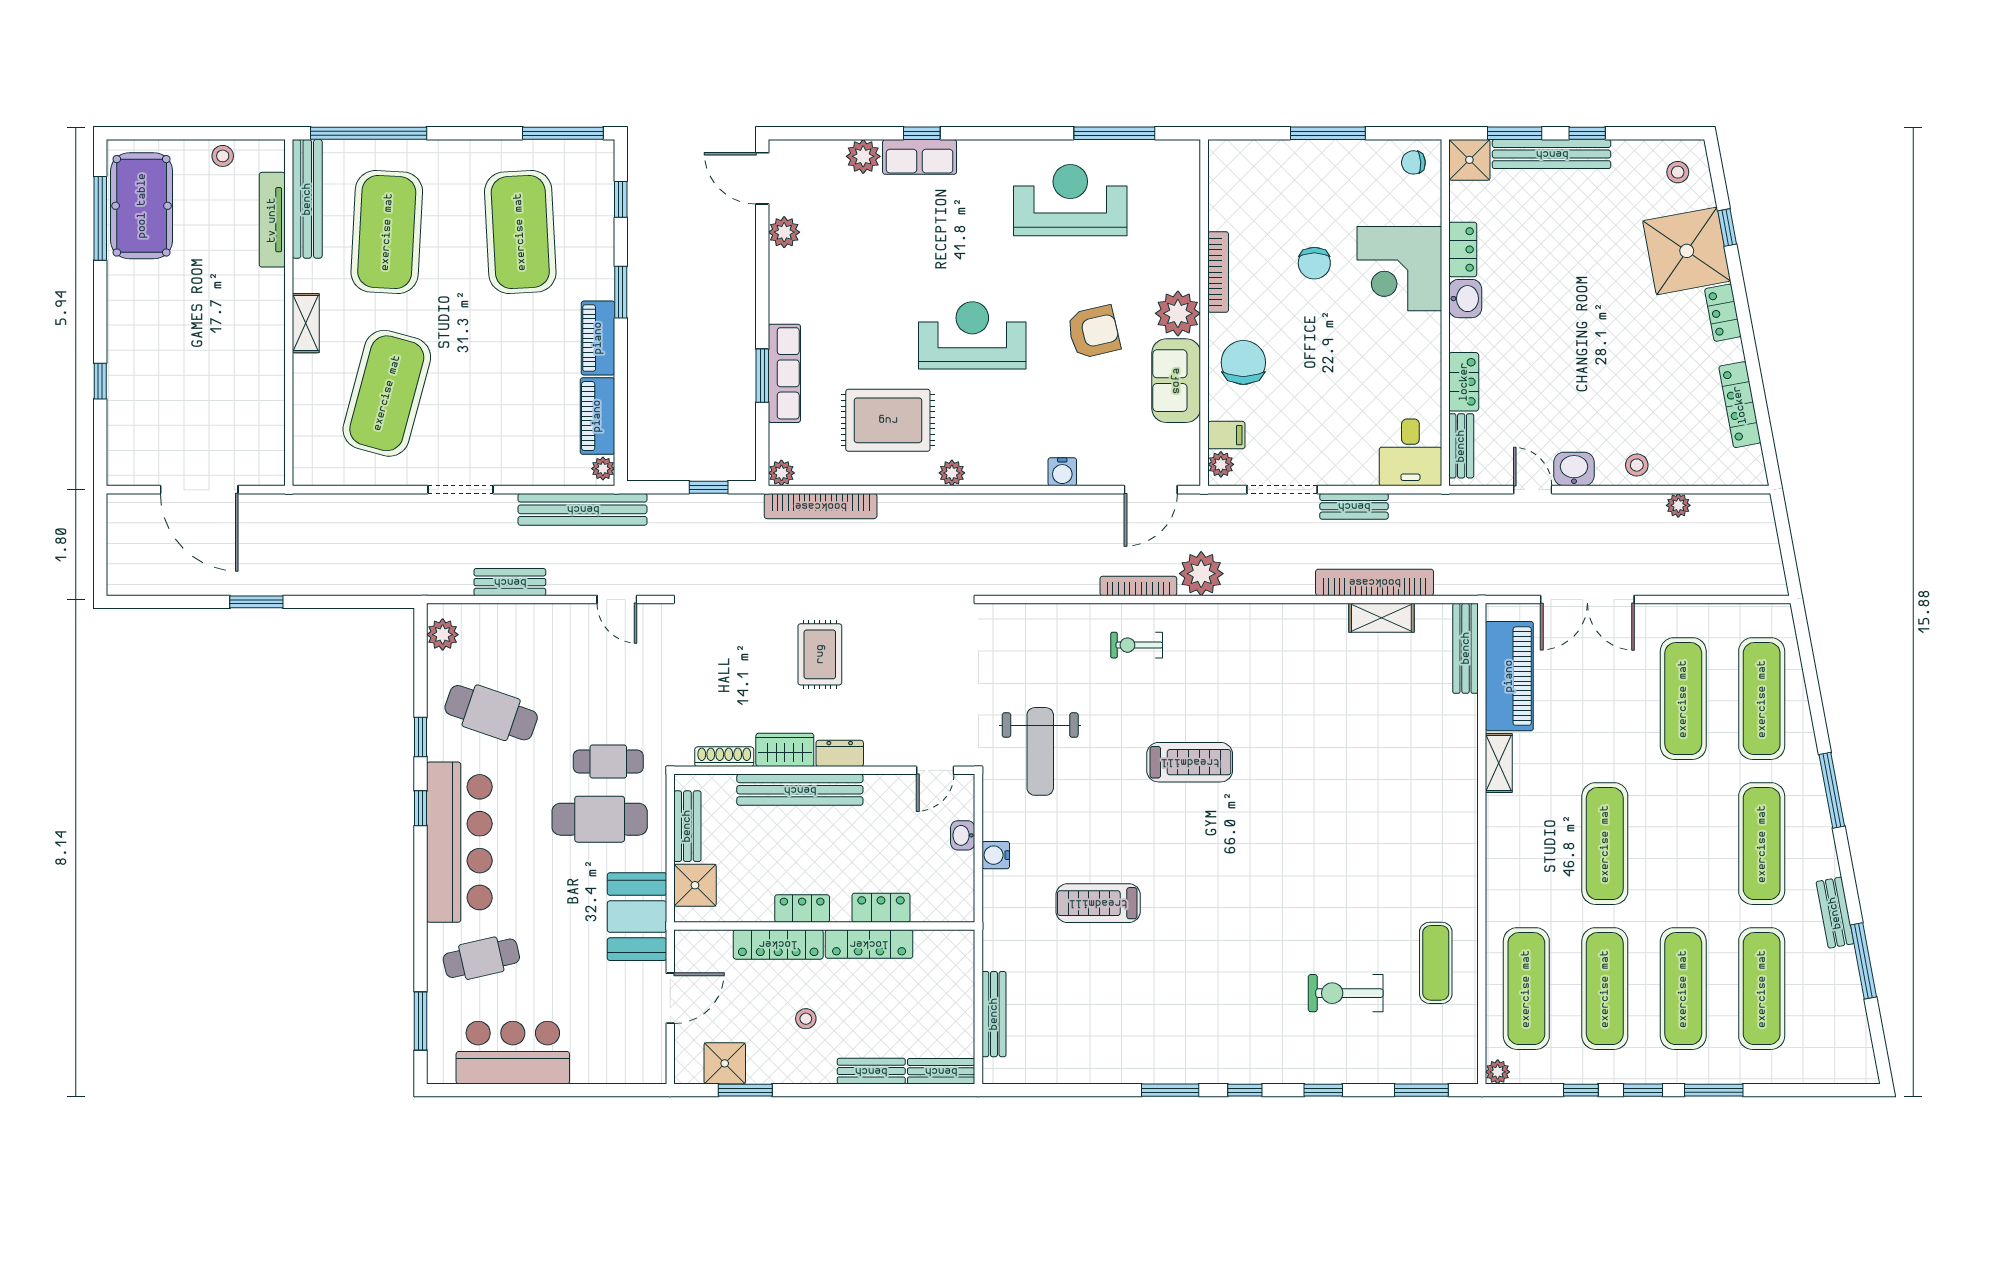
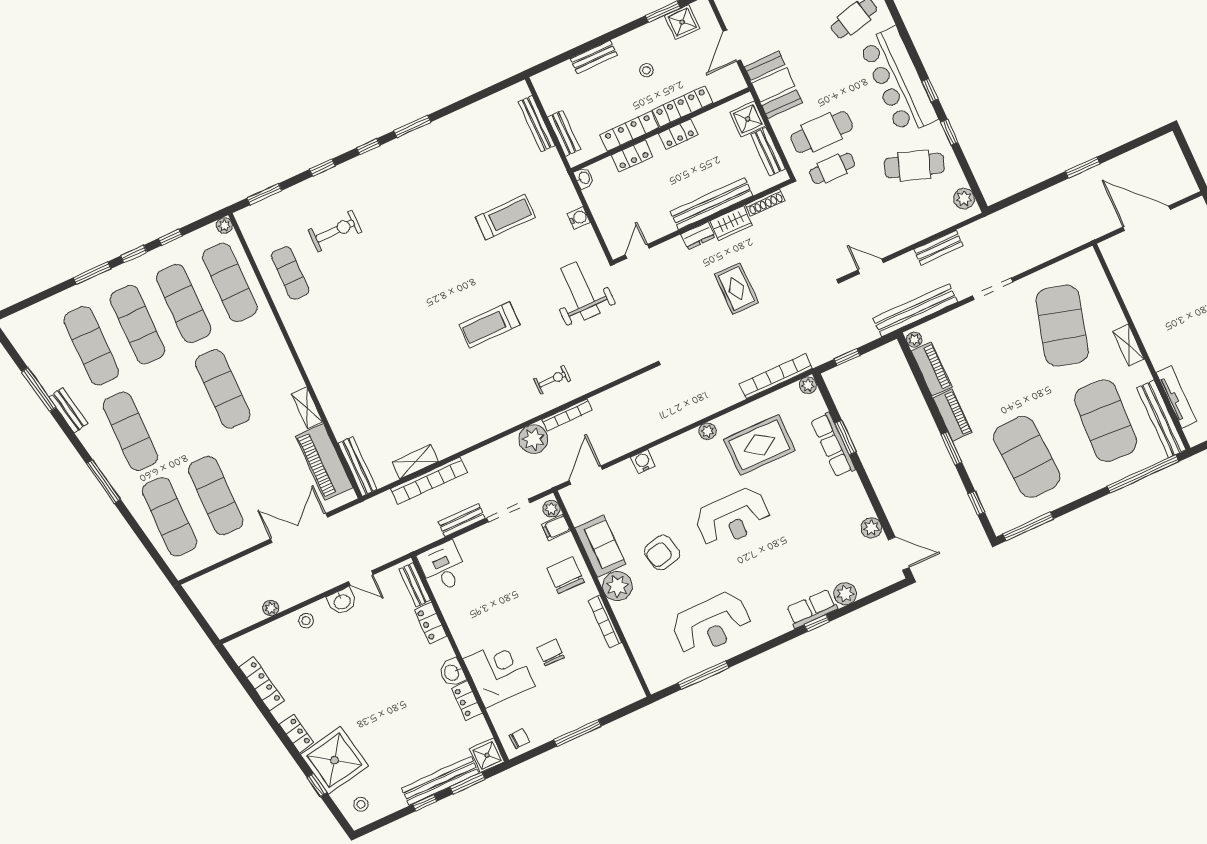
chair: (1243, 362) -> (566, 575), turned 180
washbasin: (963, 835) -> (584, 178), moved
bench: (941, 1071) -> (564, 133), moved, turned 90

